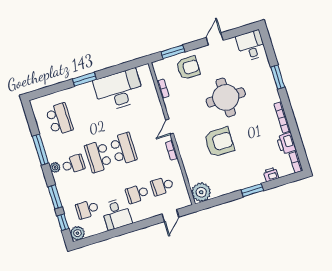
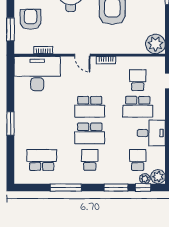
desk: (119, 90) -> (37, 74), moved, turned 90
school desk: (123, 149) -> (90, 107), turned 180
plant: (55, 167) -> (145, 179), moved
school desk: (162, 186) -> (138, 80), turned 180
school desk: (137, 194) -> (138, 107), width x1.85
school desk: (87, 209) -> (138, 160), turned 180

